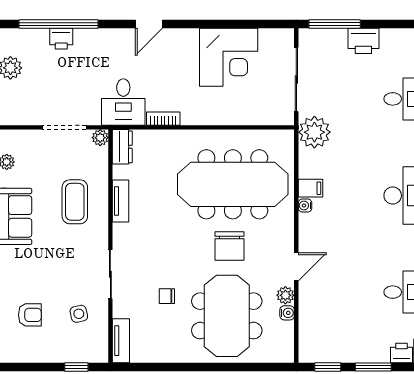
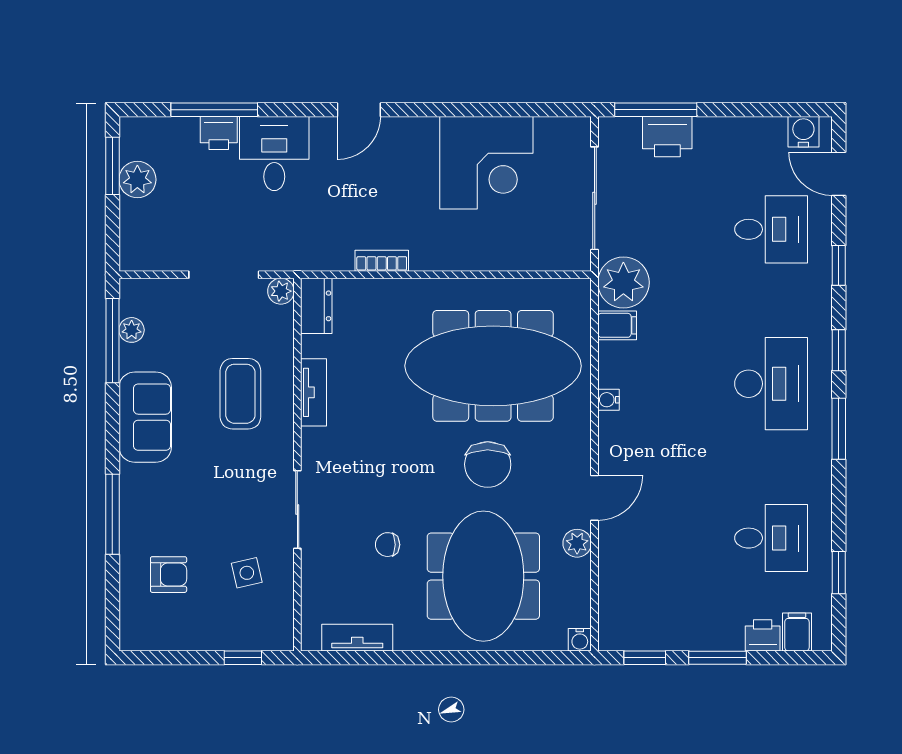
window: (58, 24) -> (214, 110), width x0.68
printer: (363, 41) -> (667, 137), moved
desk: (123, 102) -> (274, 153), moved, turned 180
filing cabinet: (310, 188) -> (617, 325), moved
water cooler: (287, 313) -> (580, 640), moved, turned 90
tv unit: (121, 341) -> (357, 638), moved, turned -90

